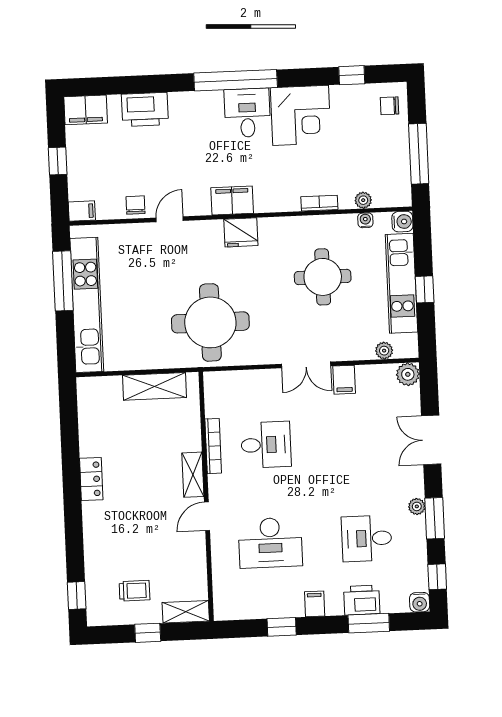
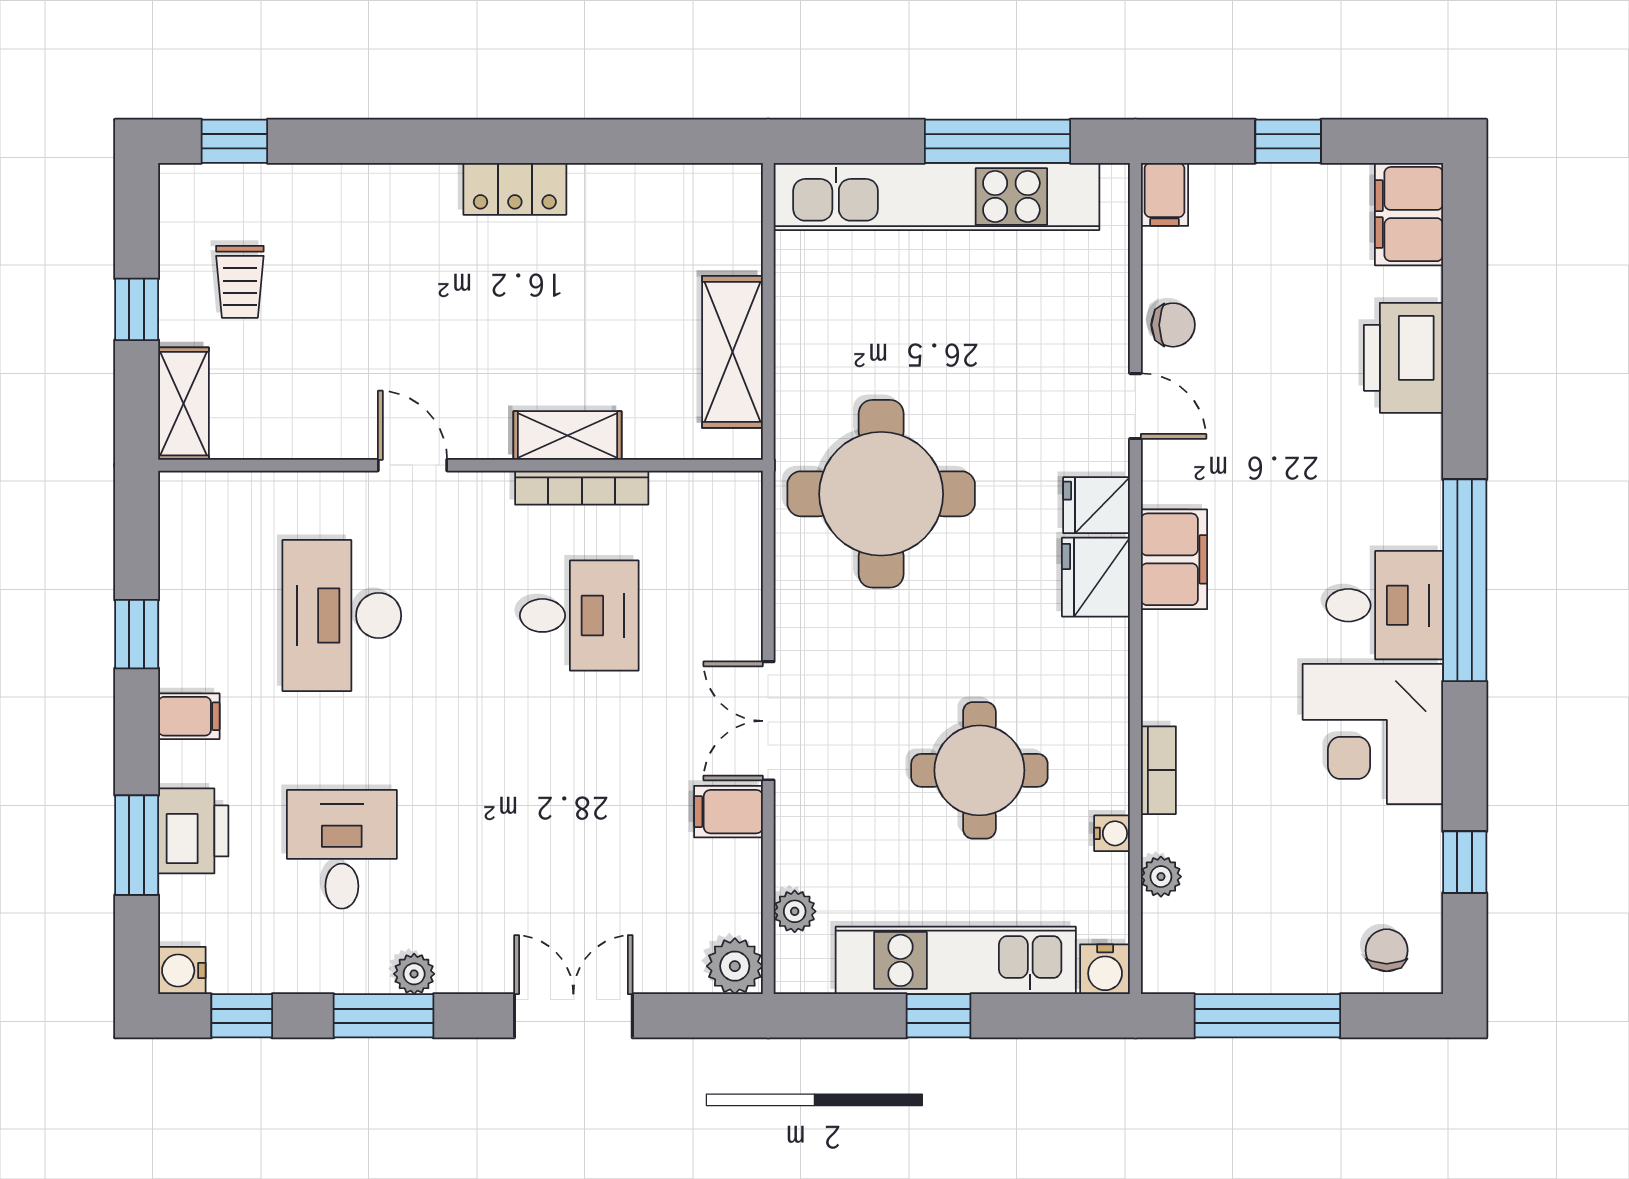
water cooler: (365, 220) -> (1112, 833), moved
fridge: (211, 233) -> (1097, 505), added
desk: (266, 445) -> (579, 615), turned -90
shelving: (193, 475) -> (567, 435), moved

